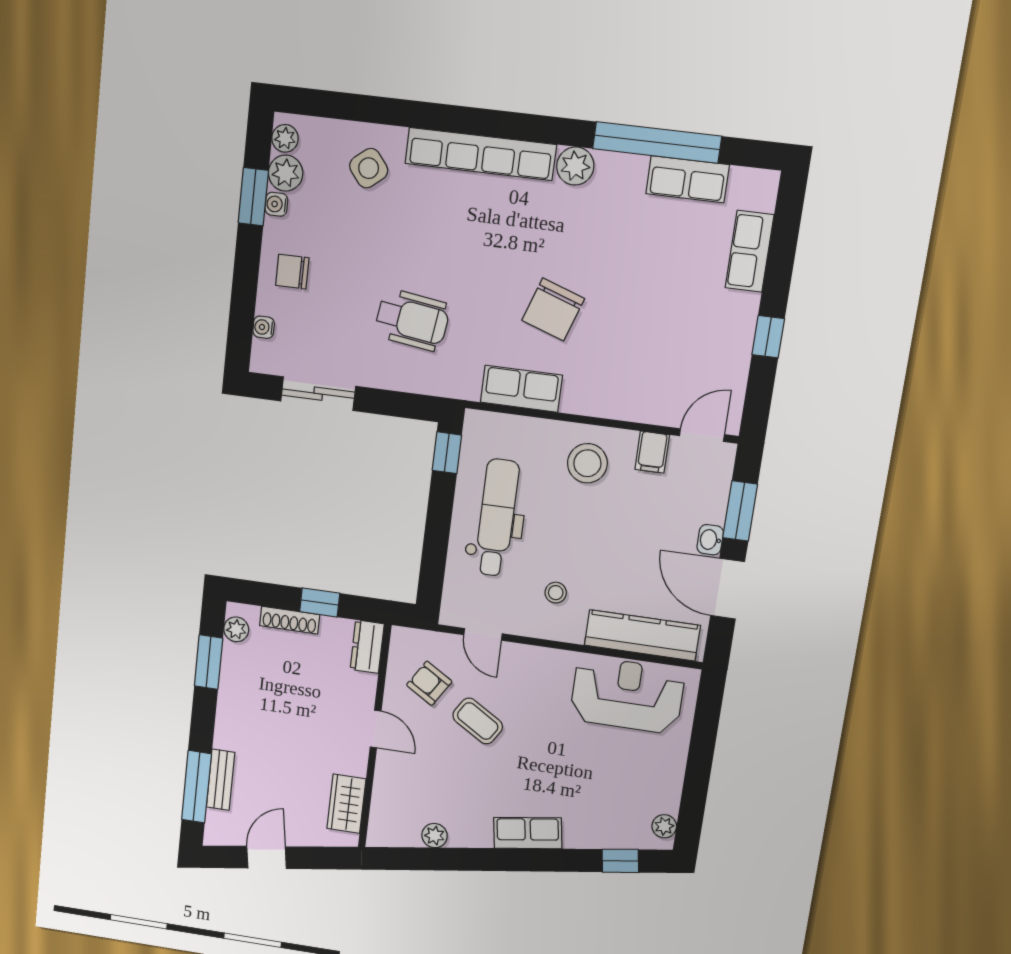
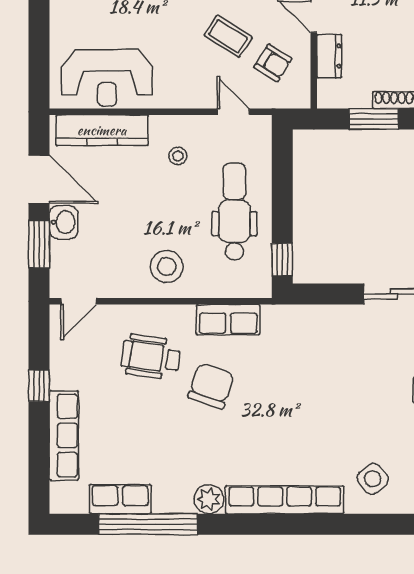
row of seats: (750, 251) -> (64, 435), width x1.48
wheelchair: (412, 320) -> (151, 357), moved
filing cabinet: (652, 452) -> (116, 282), removed
dental chair: (497, 518) -> (234, 212), turned 180
washbasin: (710, 540) -> (64, 222), width x1.38, depth x1.45
window: (320, 602) -> (374, 119), width x1.50
dresser: (367, 647) -> (329, 56), moved

